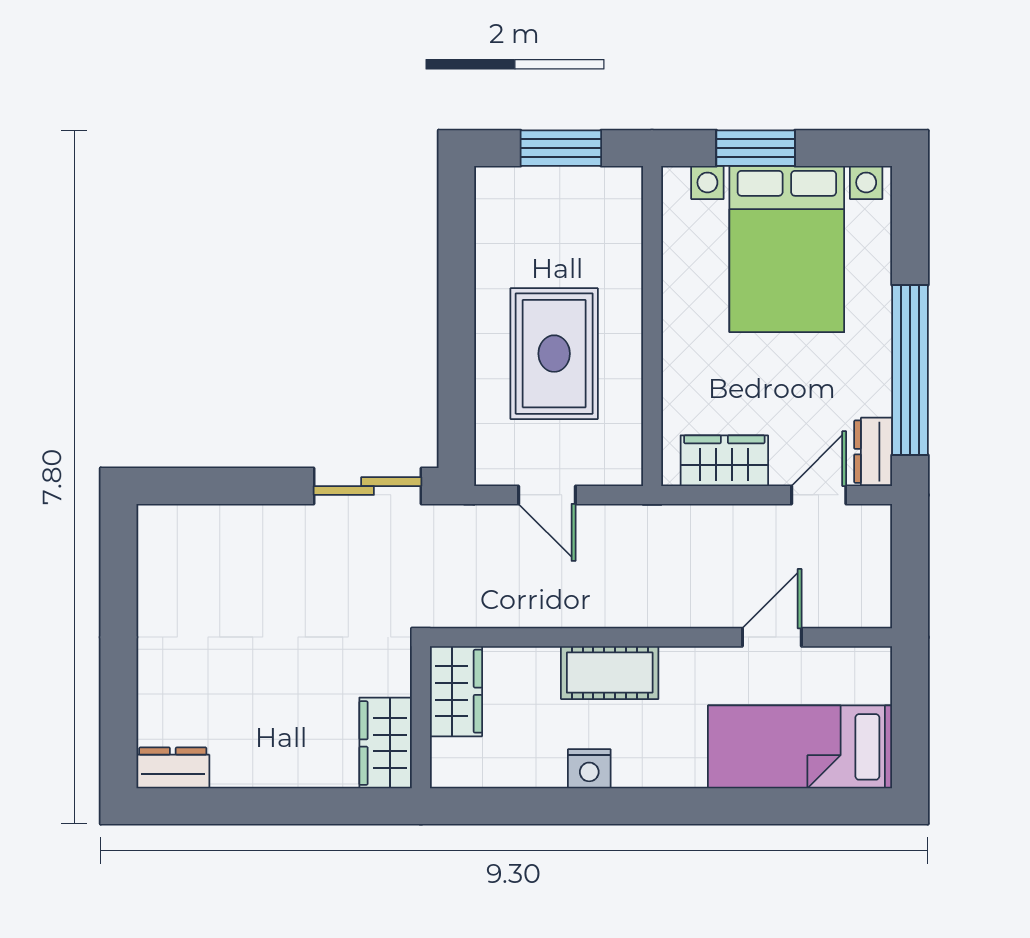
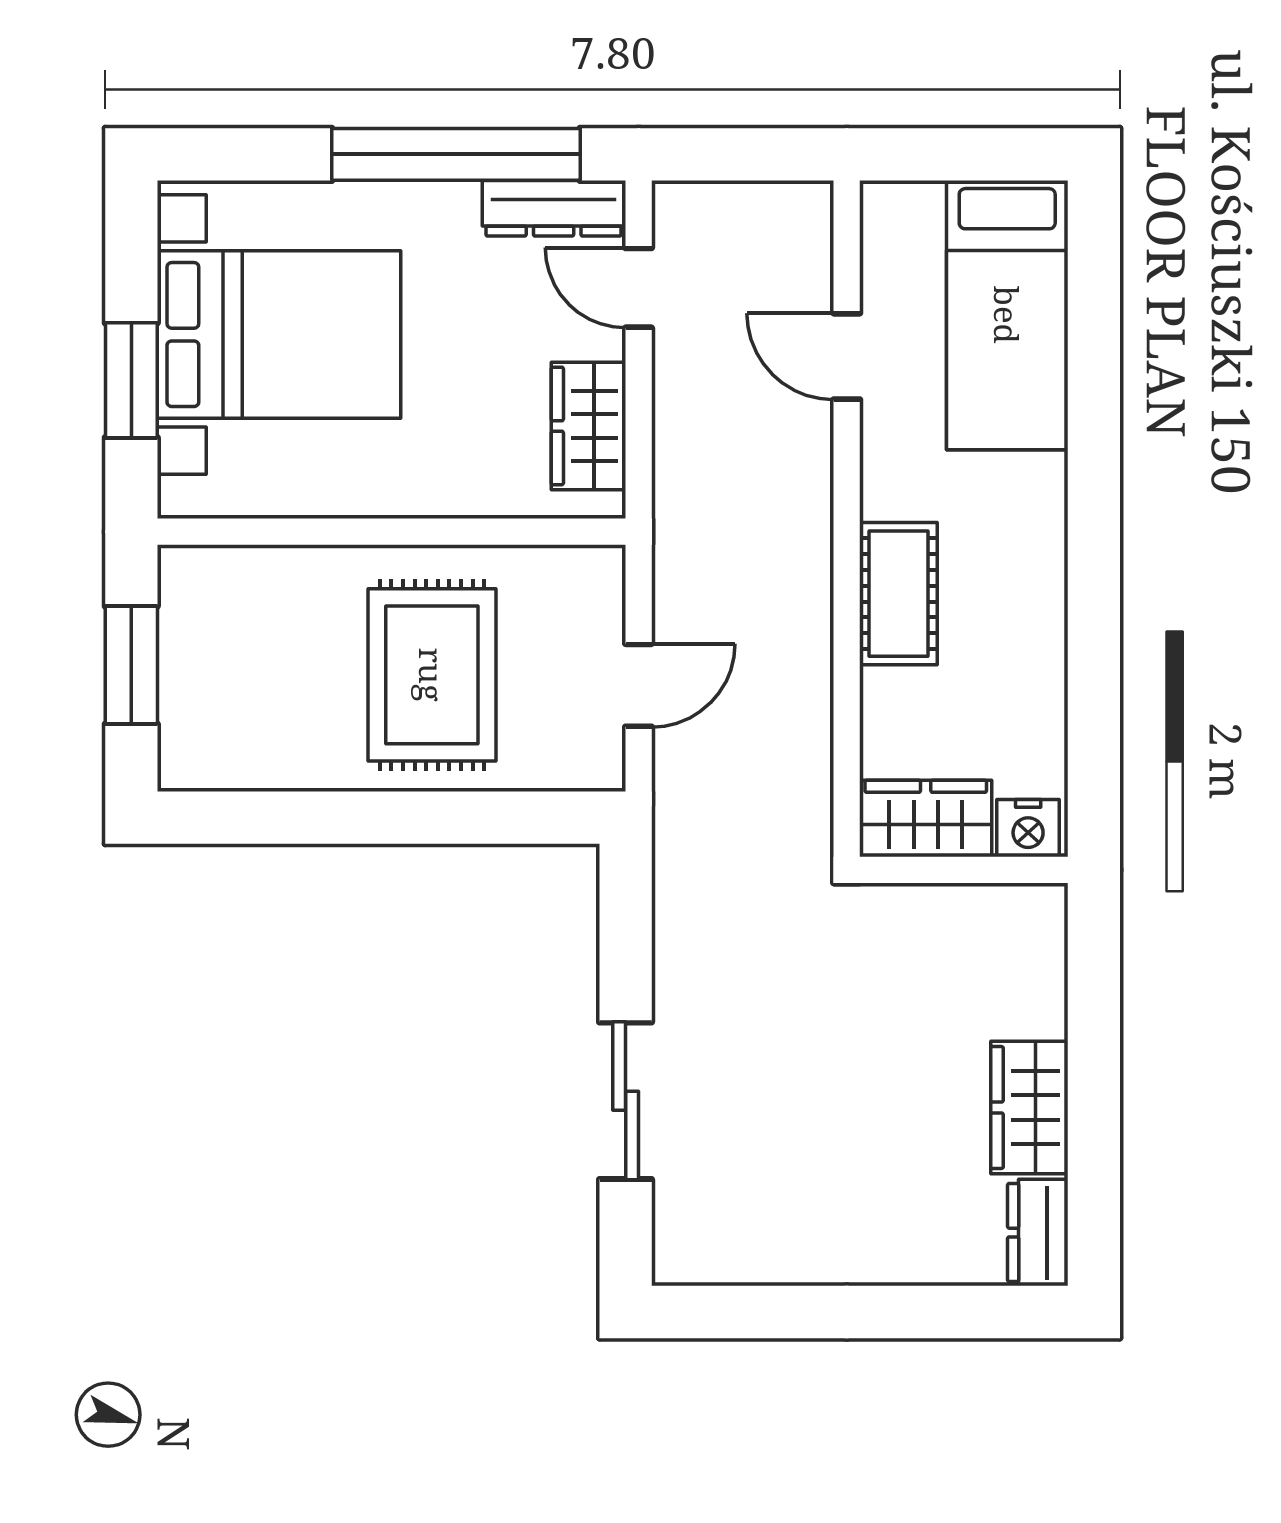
rug: (554, 354) -> (432, 675), turned 90
dresser: (873, 452) -> (554, 208), width x1.44
sliding door: (367, 486) -> (626, 1101), moved
wardrobe: (386, 743) -> (1029, 1108), moved, turned 90
nightstand: (589, 769) -> (1028, 828), moved, turned 90

